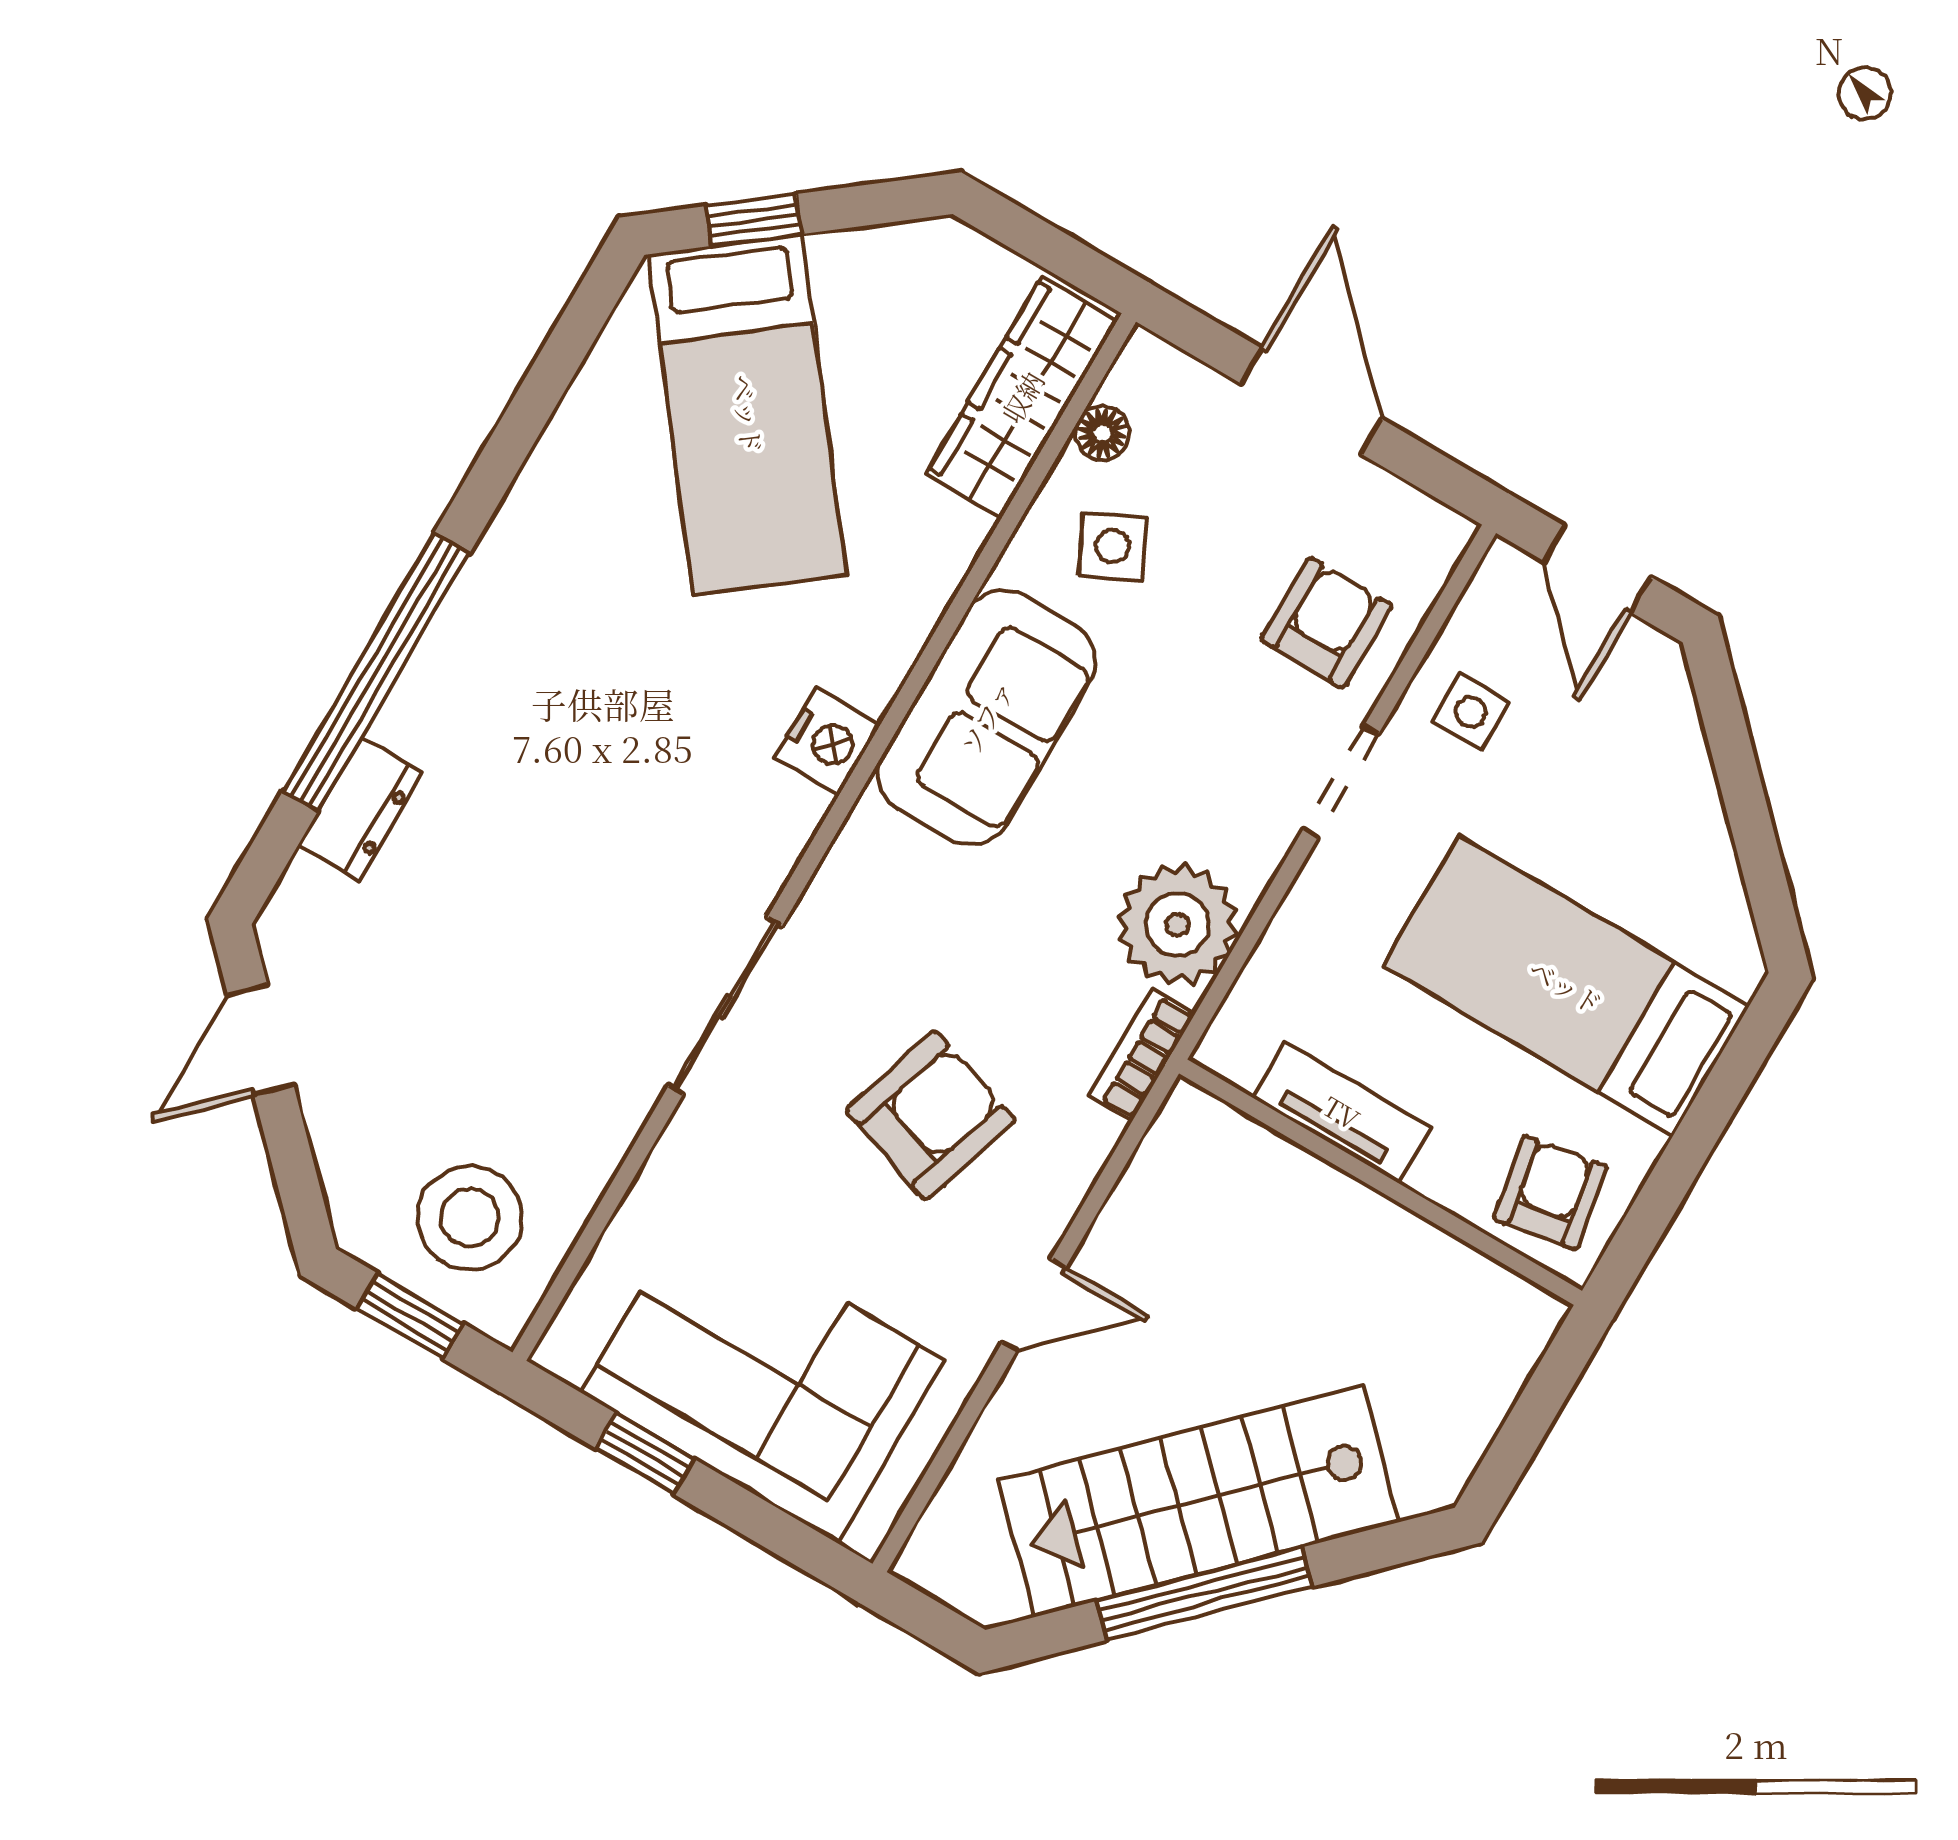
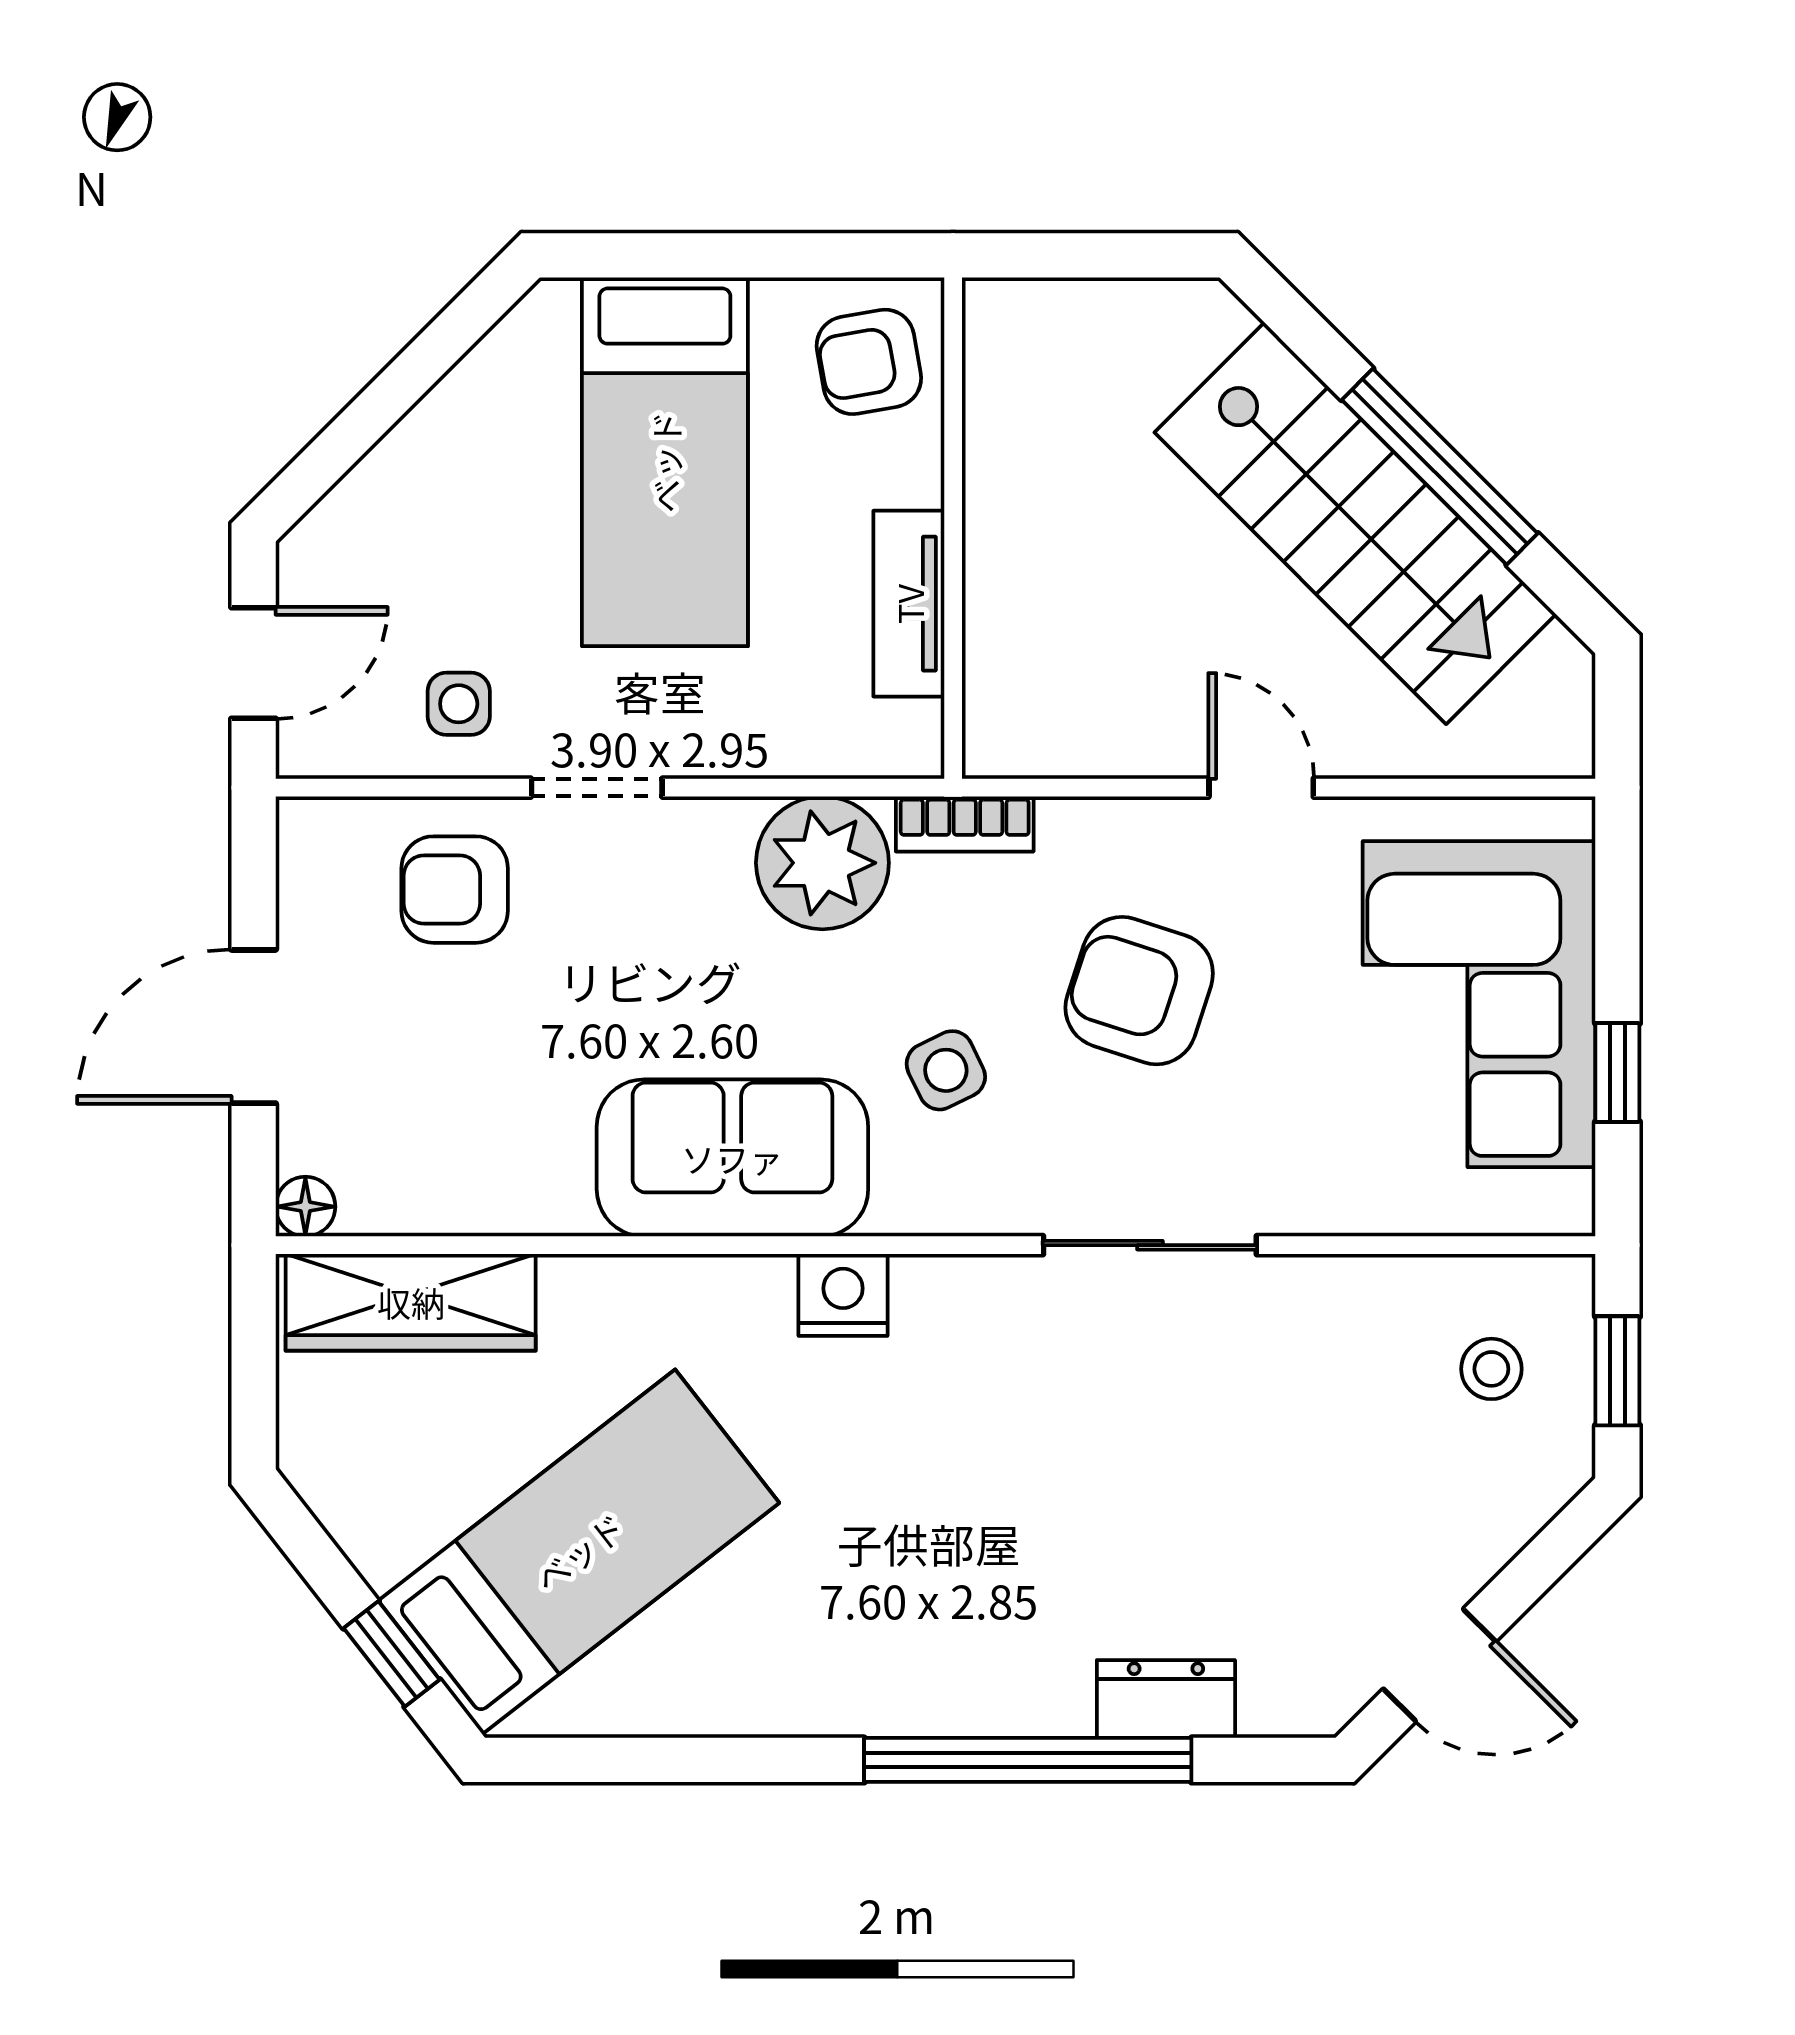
floor lamp: (1102, 433) -> (305, 1207), moved
side table: (1112, 546) -> (946, 1070), moved
stool: (470, 1218) -> (1491, 1369), width x0.53, depth x0.53

